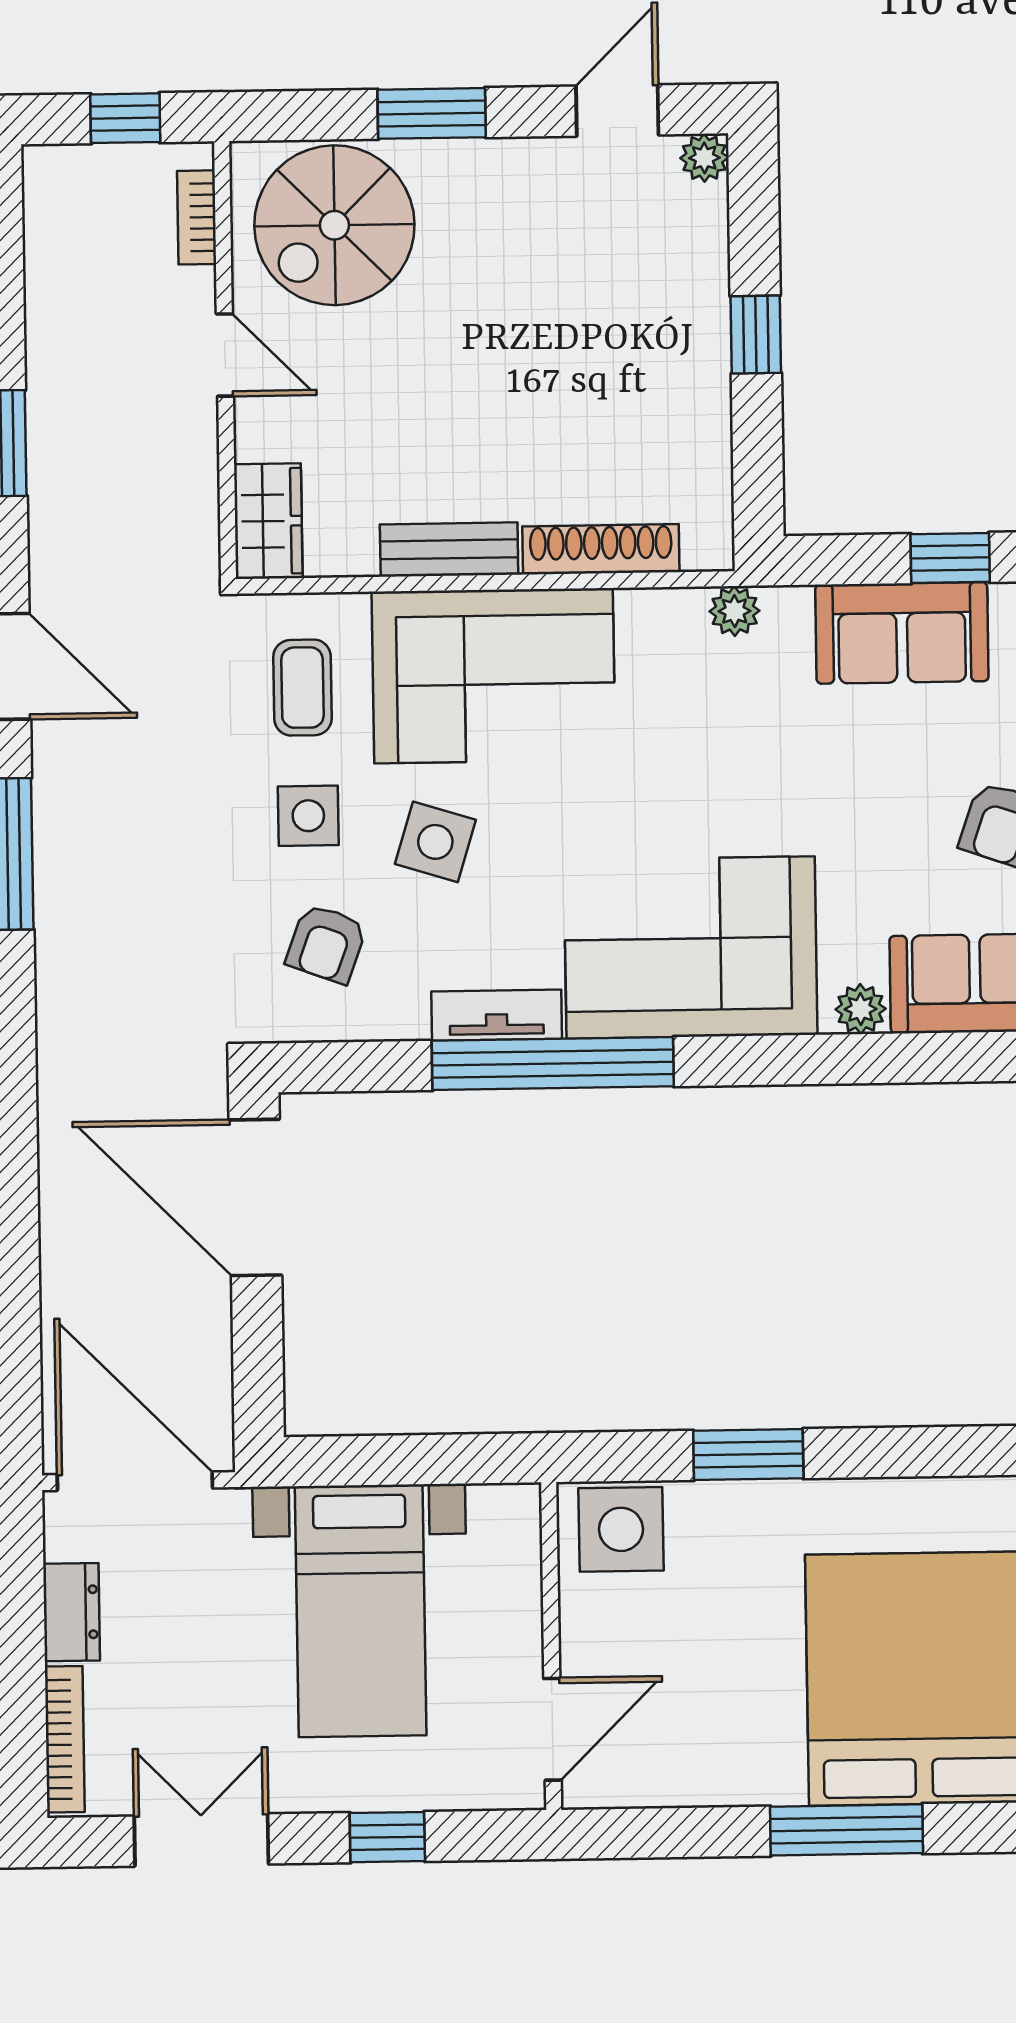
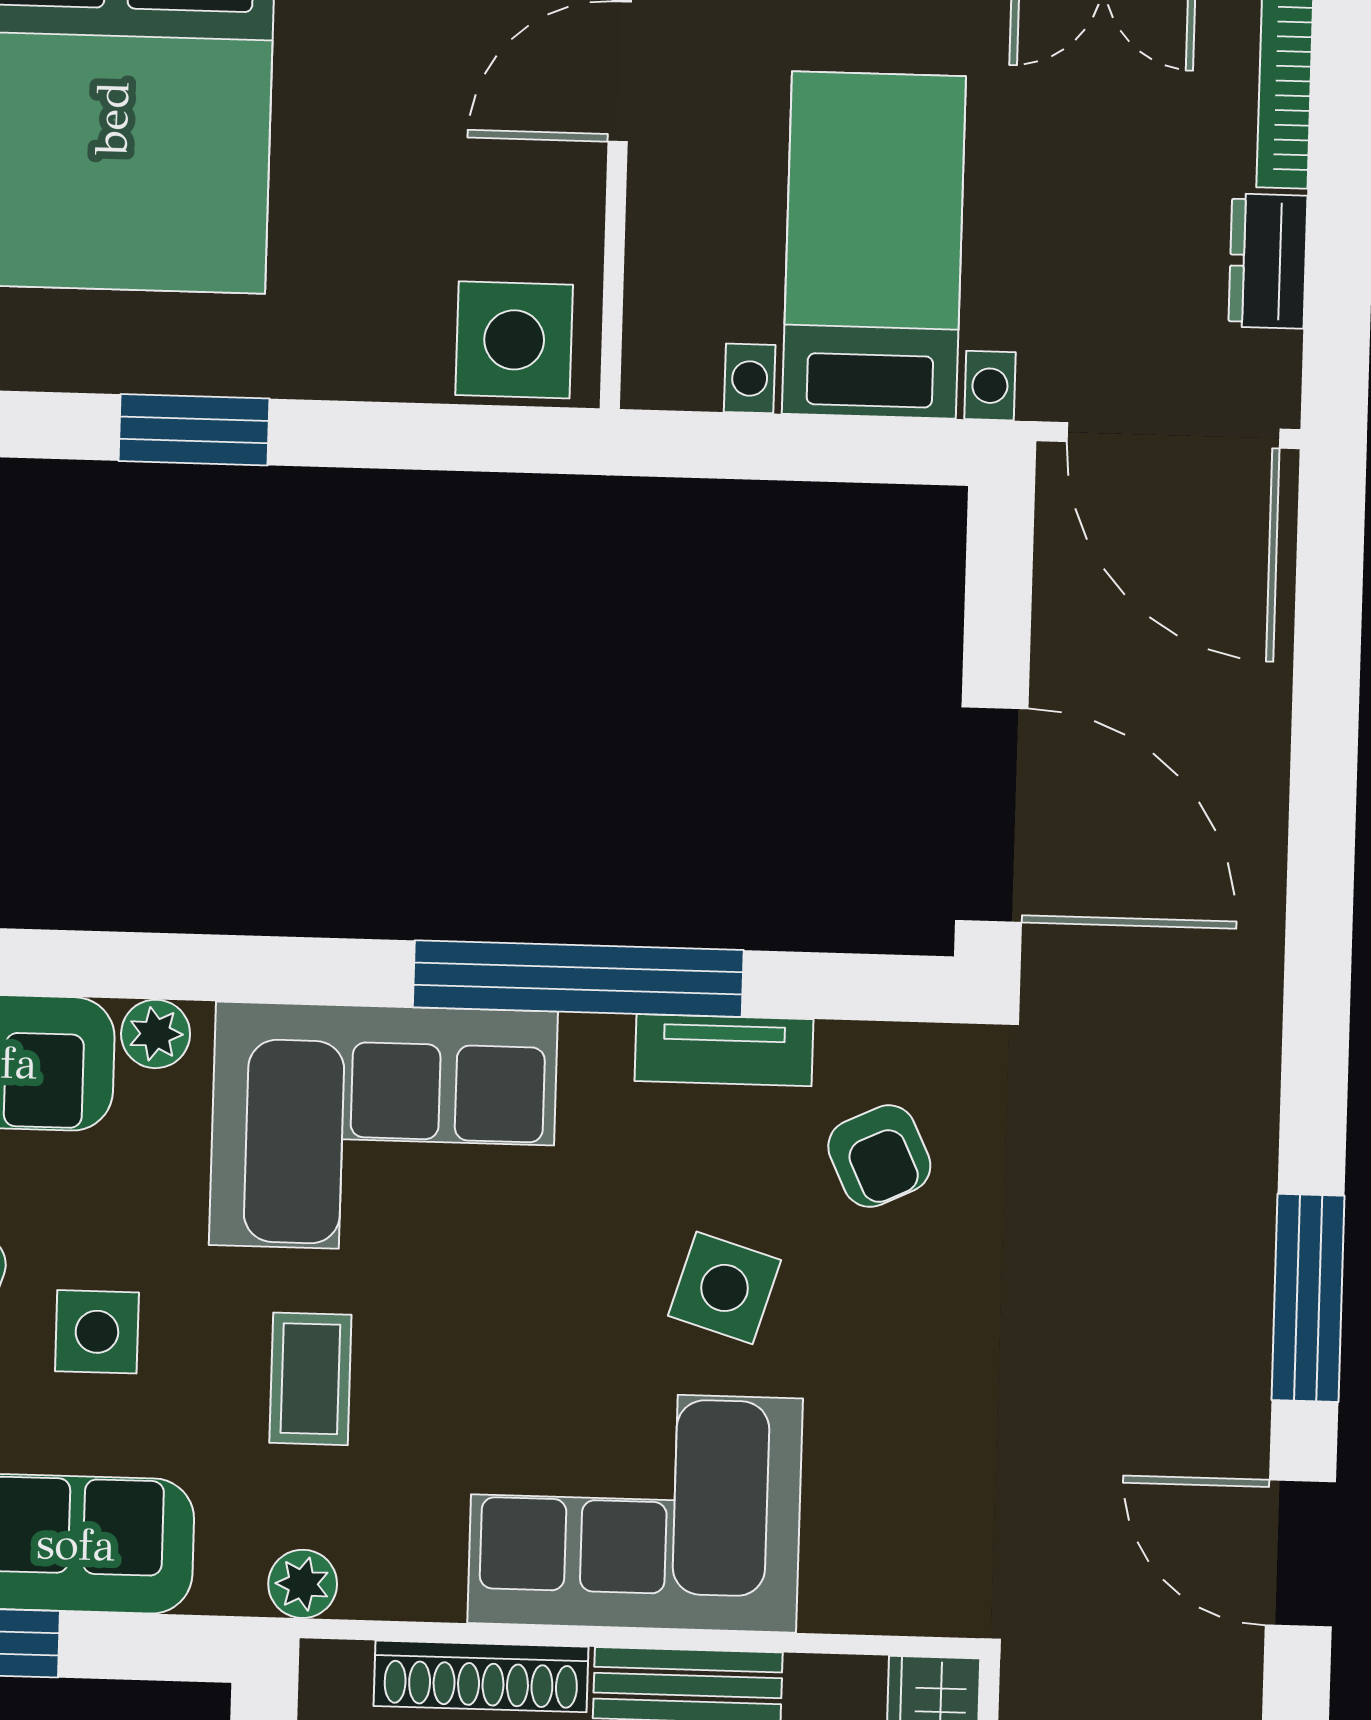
coffee table: (302, 688) -> (310, 1379), moved
side table: (308, 816) -> (97, 1332), moved
armchair: (326, 944) -> (879, 1156), turned 135
tv unit: (497, 1015) -> (724, 1050), moved
window: (748, 1455) -> (194, 430), moved

